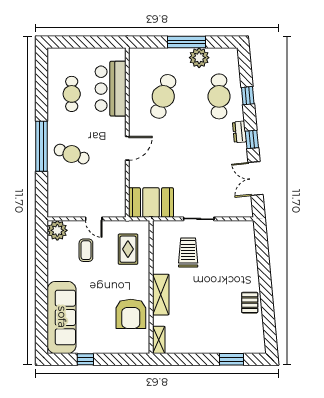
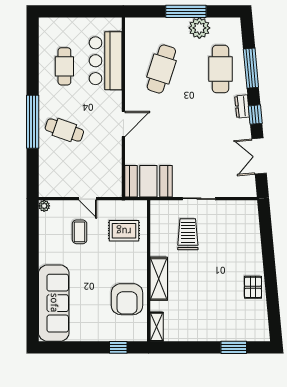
window: (248, 96) -> (251, 68), width x2.17
plant: (57, 230) -> (44, 206), width x0.53, depth x0.53
rug: (128, 249) -> (124, 231), turned 90
window: (85, 359) -> (118, 347), moved

